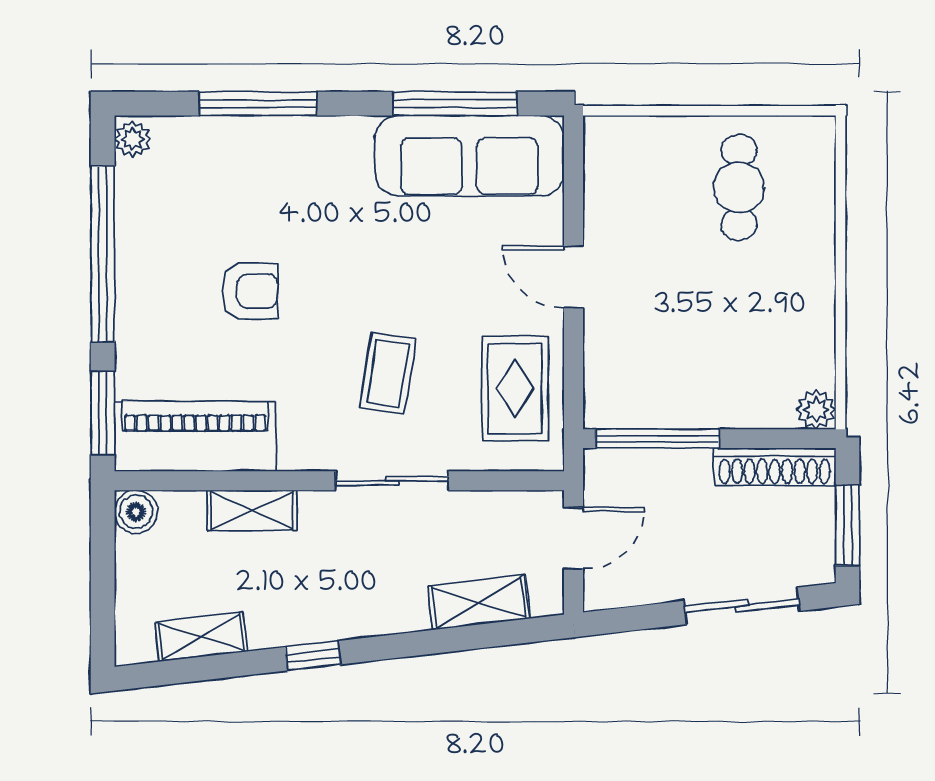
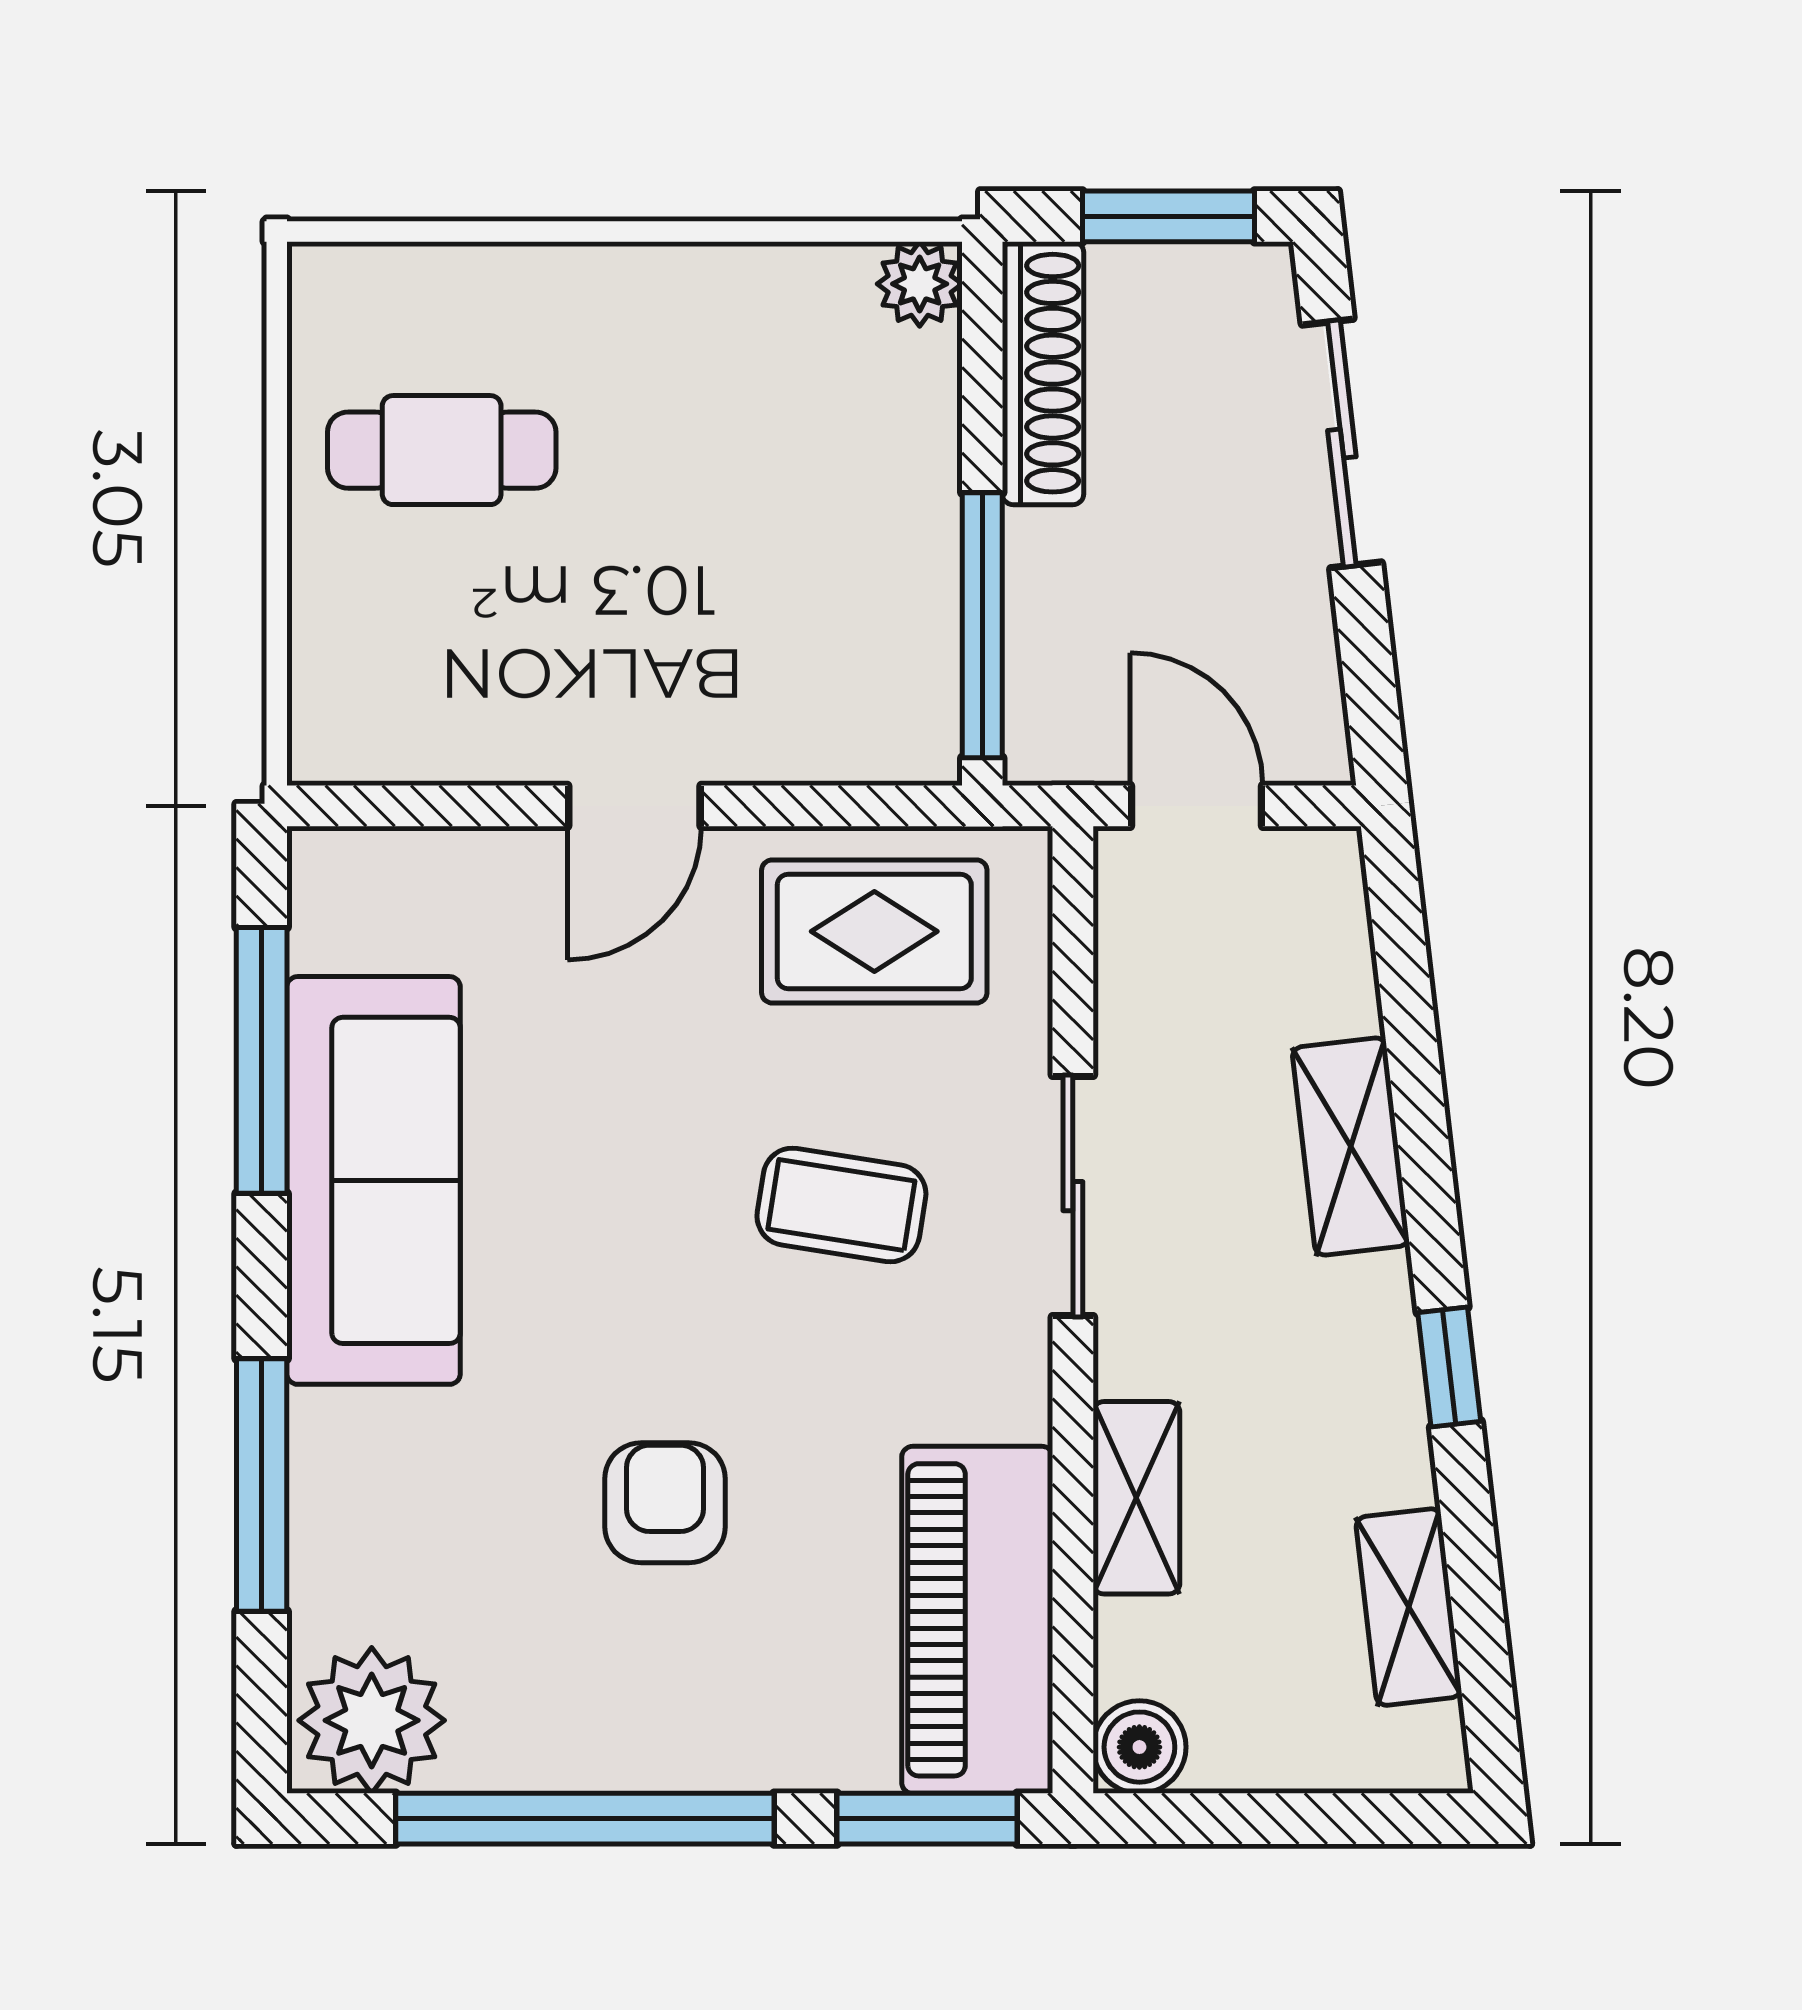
plant: (133, 139) -> (372, 1720), width x1.88, depth x1.88
sofa: (469, 156) -> (374, 1180), moved
shelving: (479, 603) -> (1351, 1147), moved

